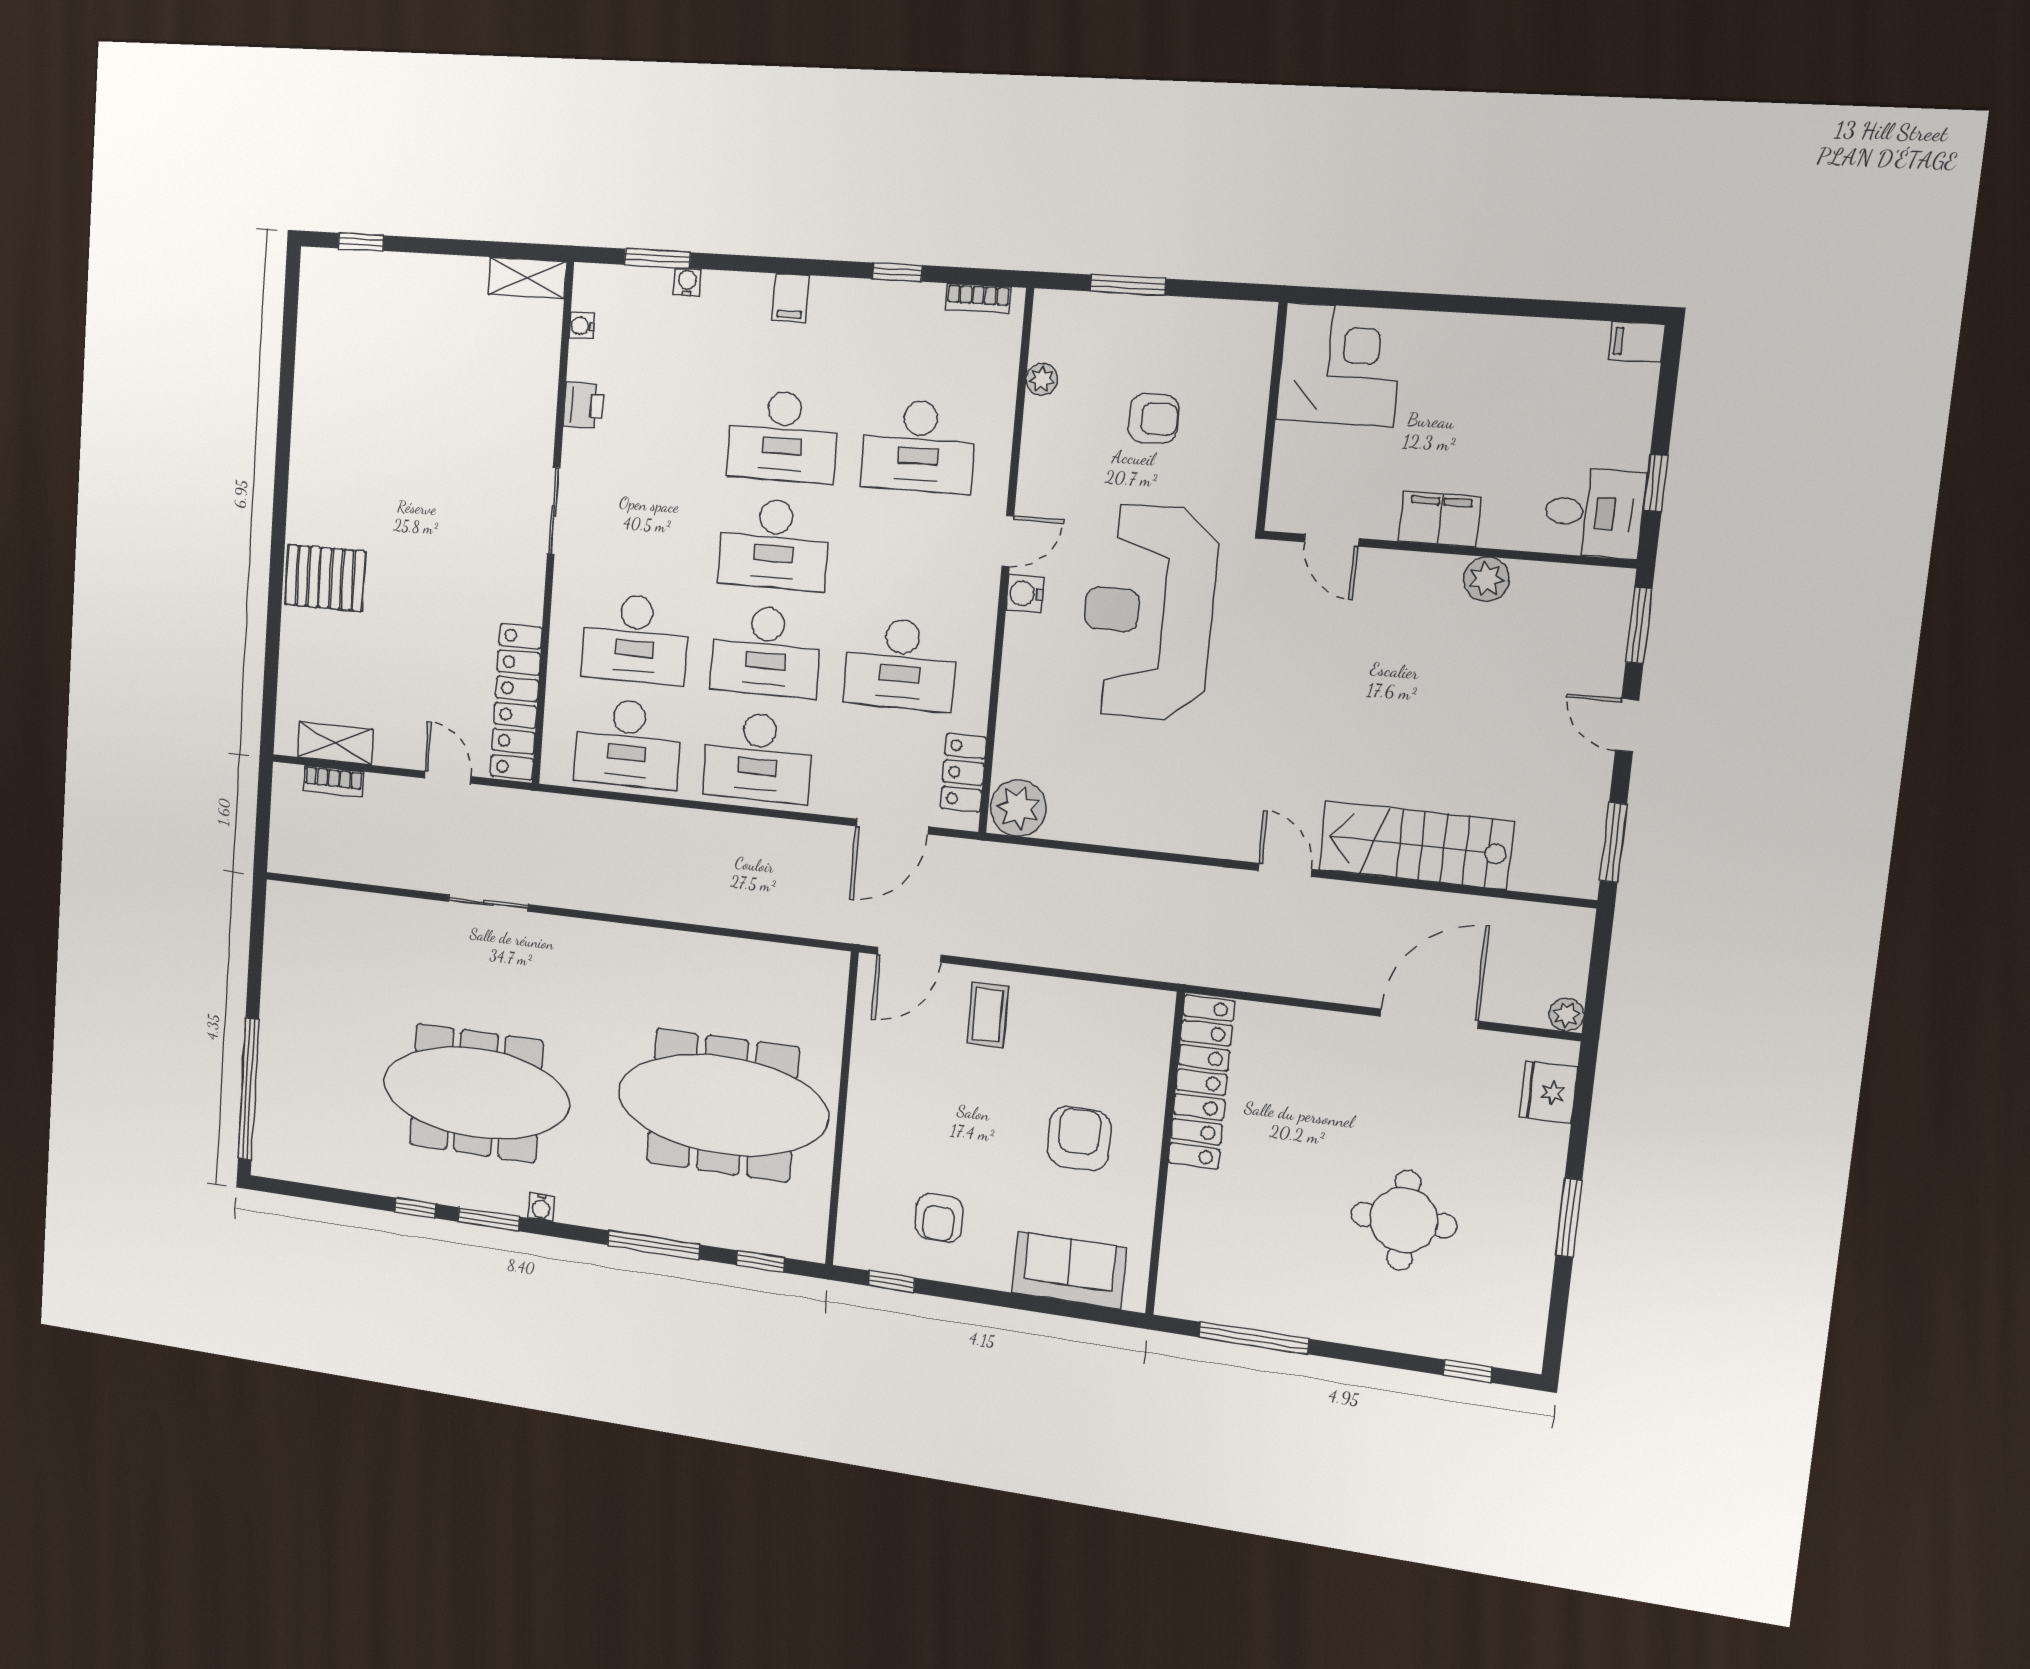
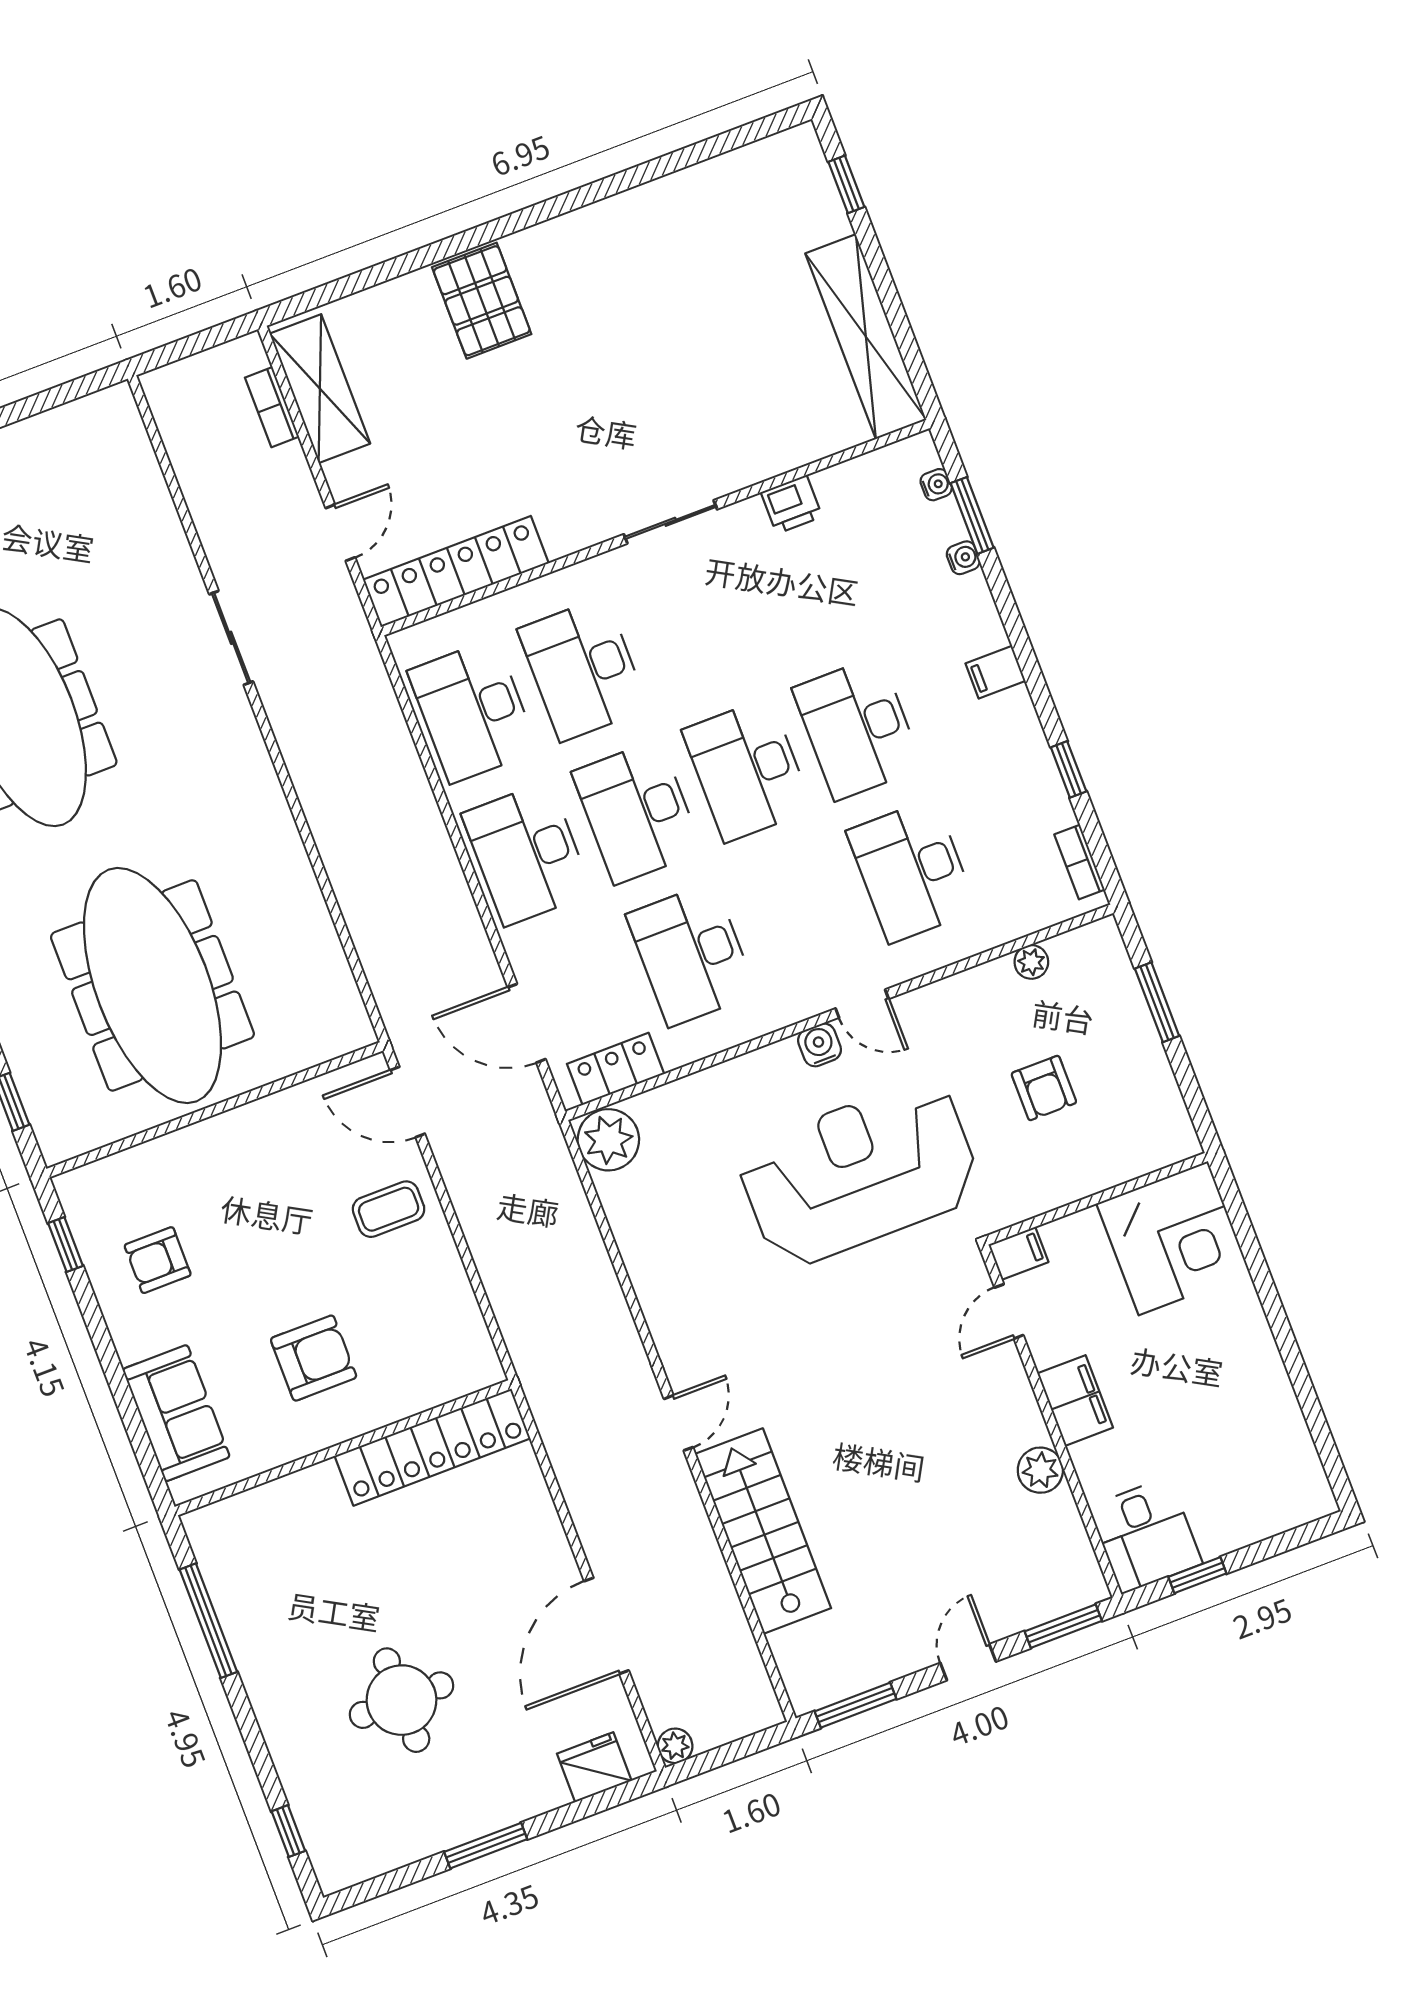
shelving: (527, 278) -> (866, 337), width x2.20, depth x1.33
water cooler: (582, 326) -> (936, 485), moved, turned 90
filing cabinet: (1637, 342) -> (1018, 1253), moved, turned 90
shelving: (335, 743) -> (320, 389), width x1.50, depth x1.33
door: (1429, 1019) -> (606, 1626), swing flipped

